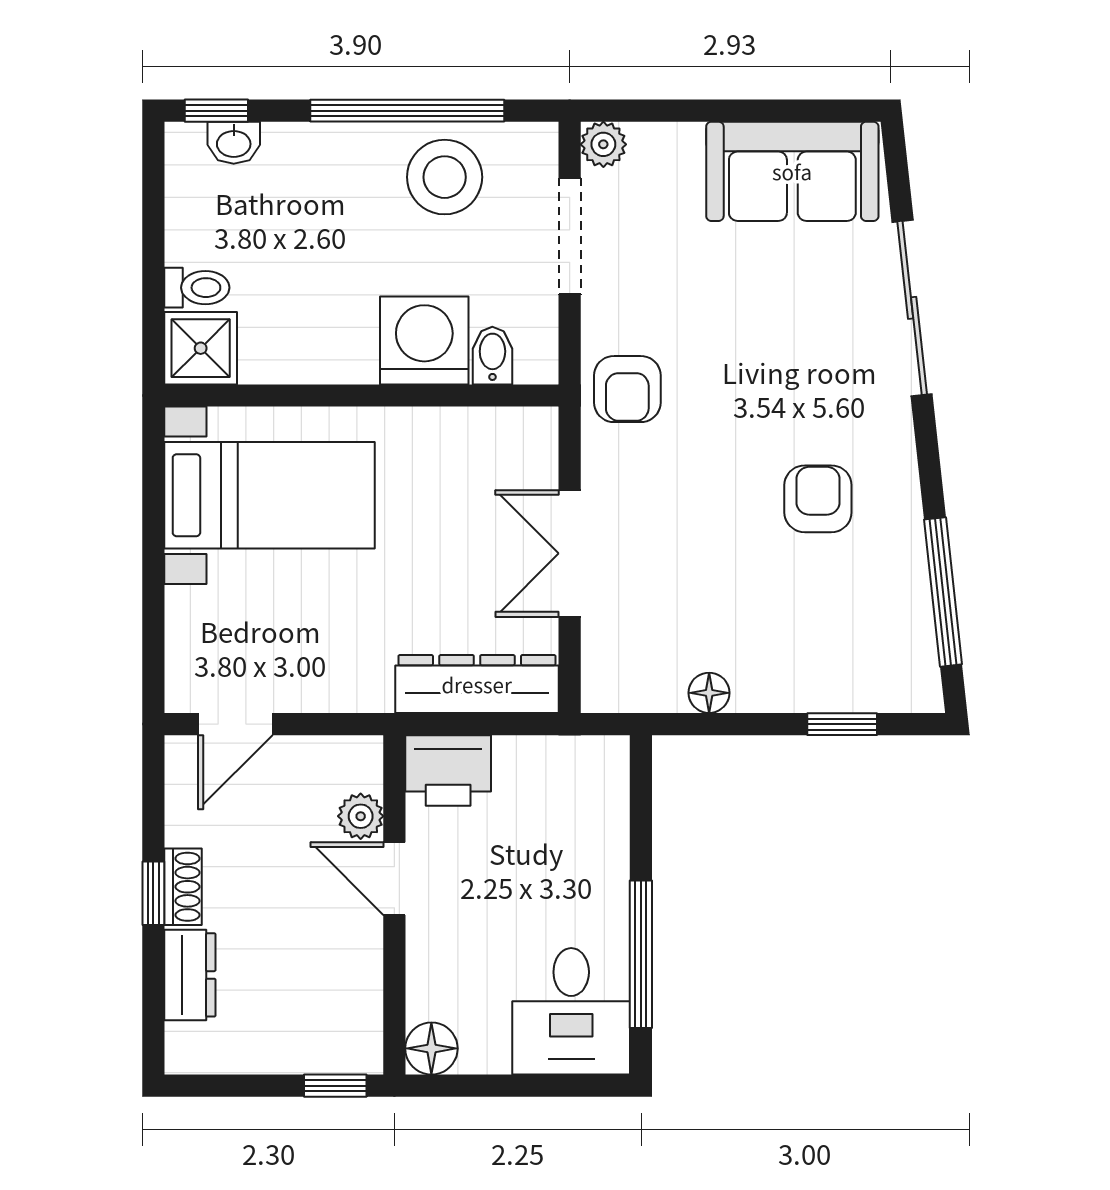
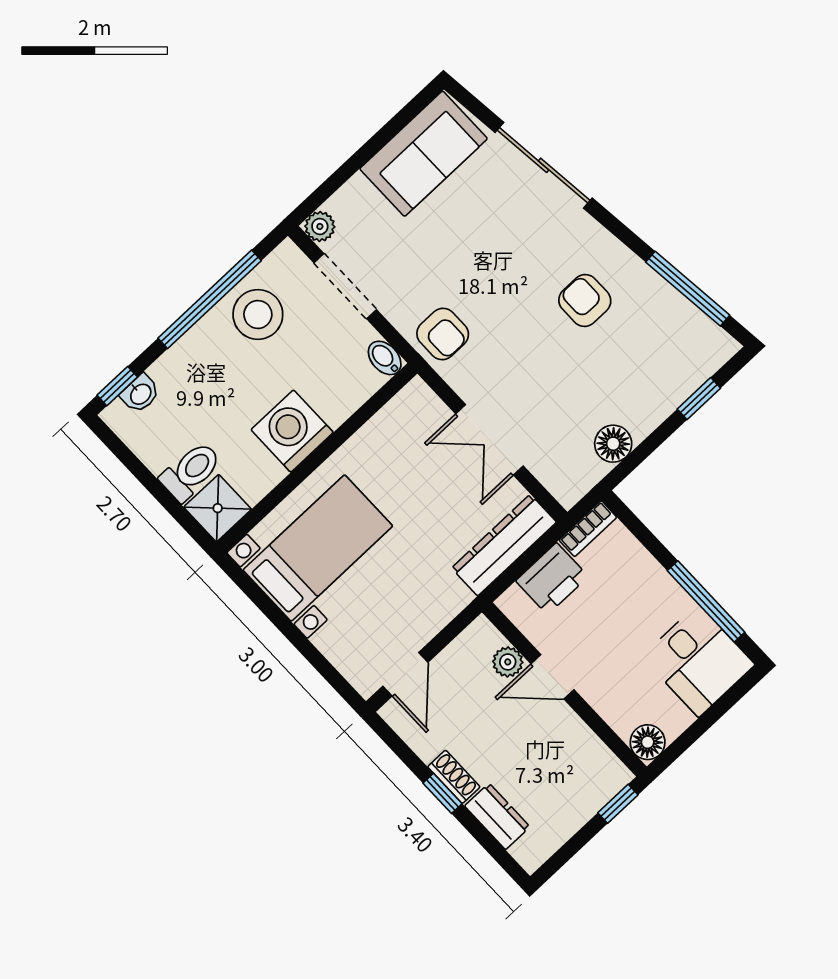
toilet: (197, 288) -> (191, 471), width x1.37, depth x1.39
washing machine: (424, 340) -> (292, 431), moved
bidet: (492, 356) -> (385, 358), moved
floor lamp: (709, 693) -> (613, 444), width x1.37, depth x1.37
bookcase: (586, 753) -> (588, 529), added
printer: (448, 770) -> (552, 579), moved

